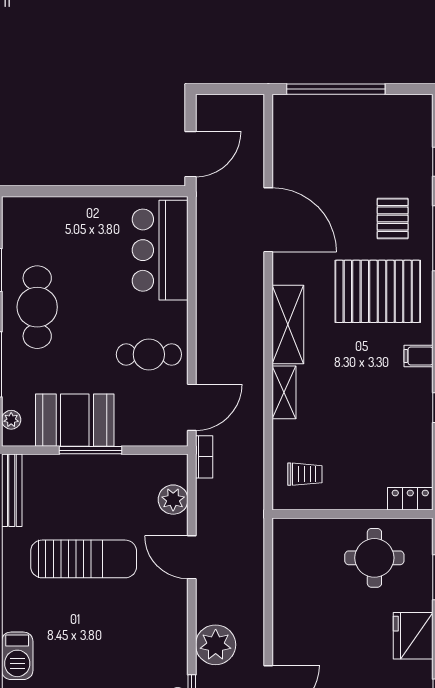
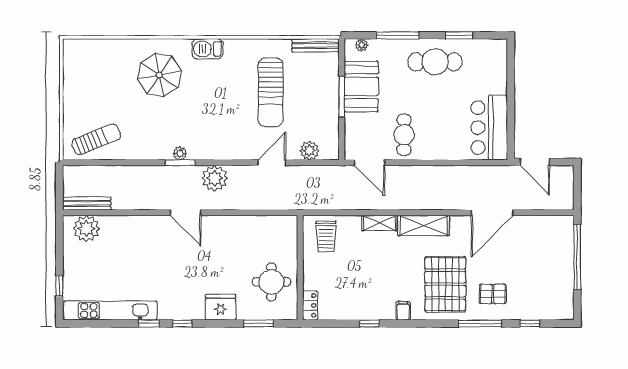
bar counter: (160, 250) -> (489, 128), moved, turned -90
bookcase: (204, 457) -> (337, 171), removed
trolley: (305, 474) -> (326, 237), width x1.36, depth x1.39

